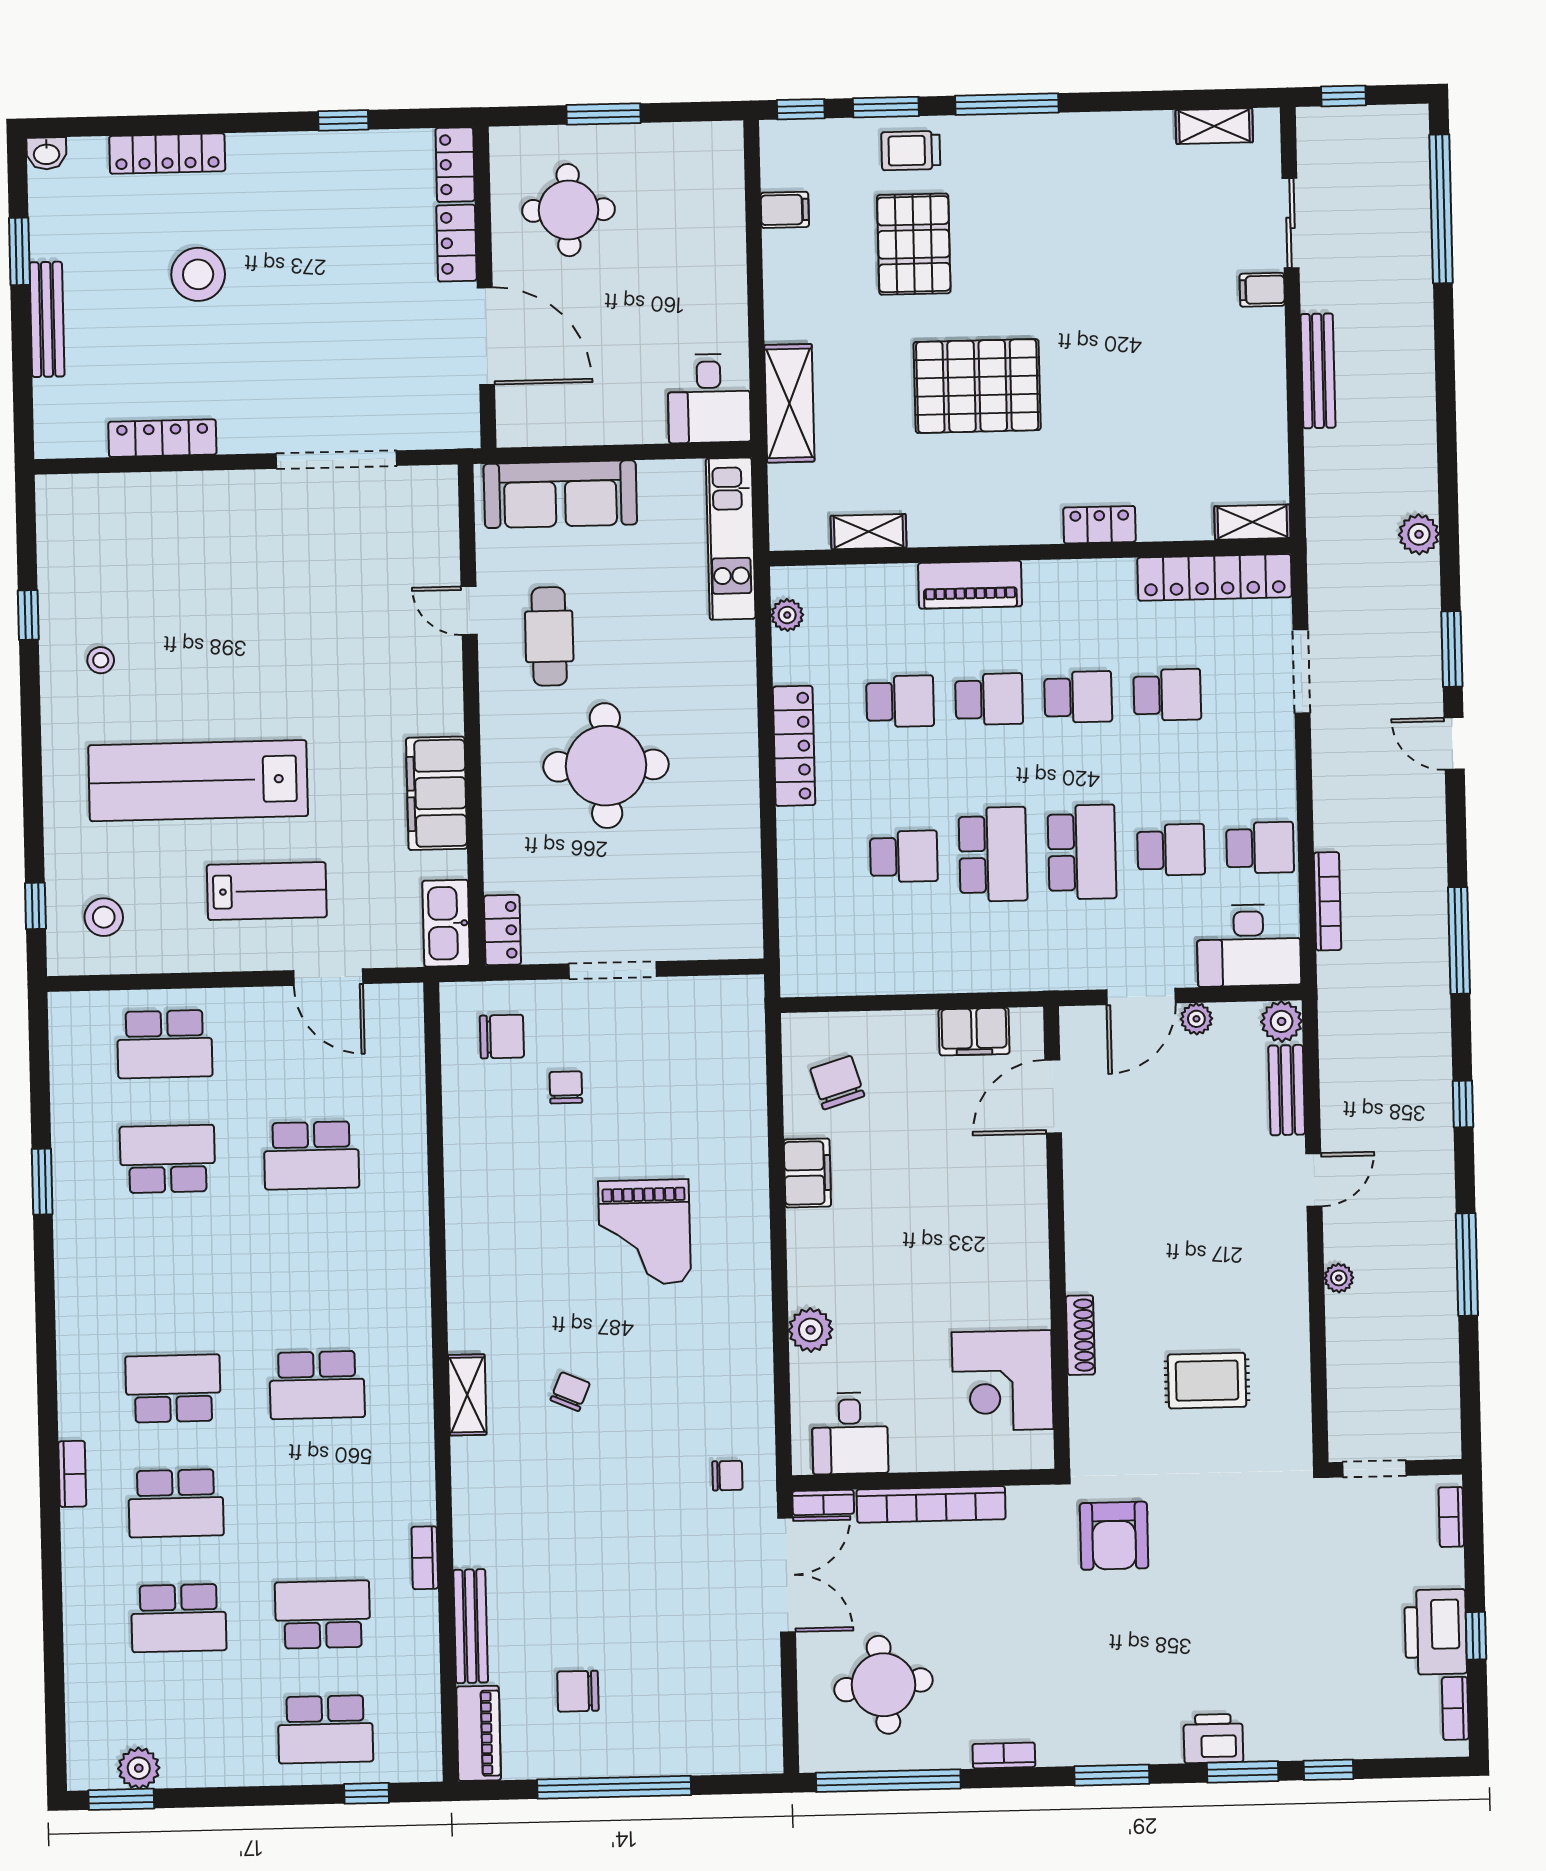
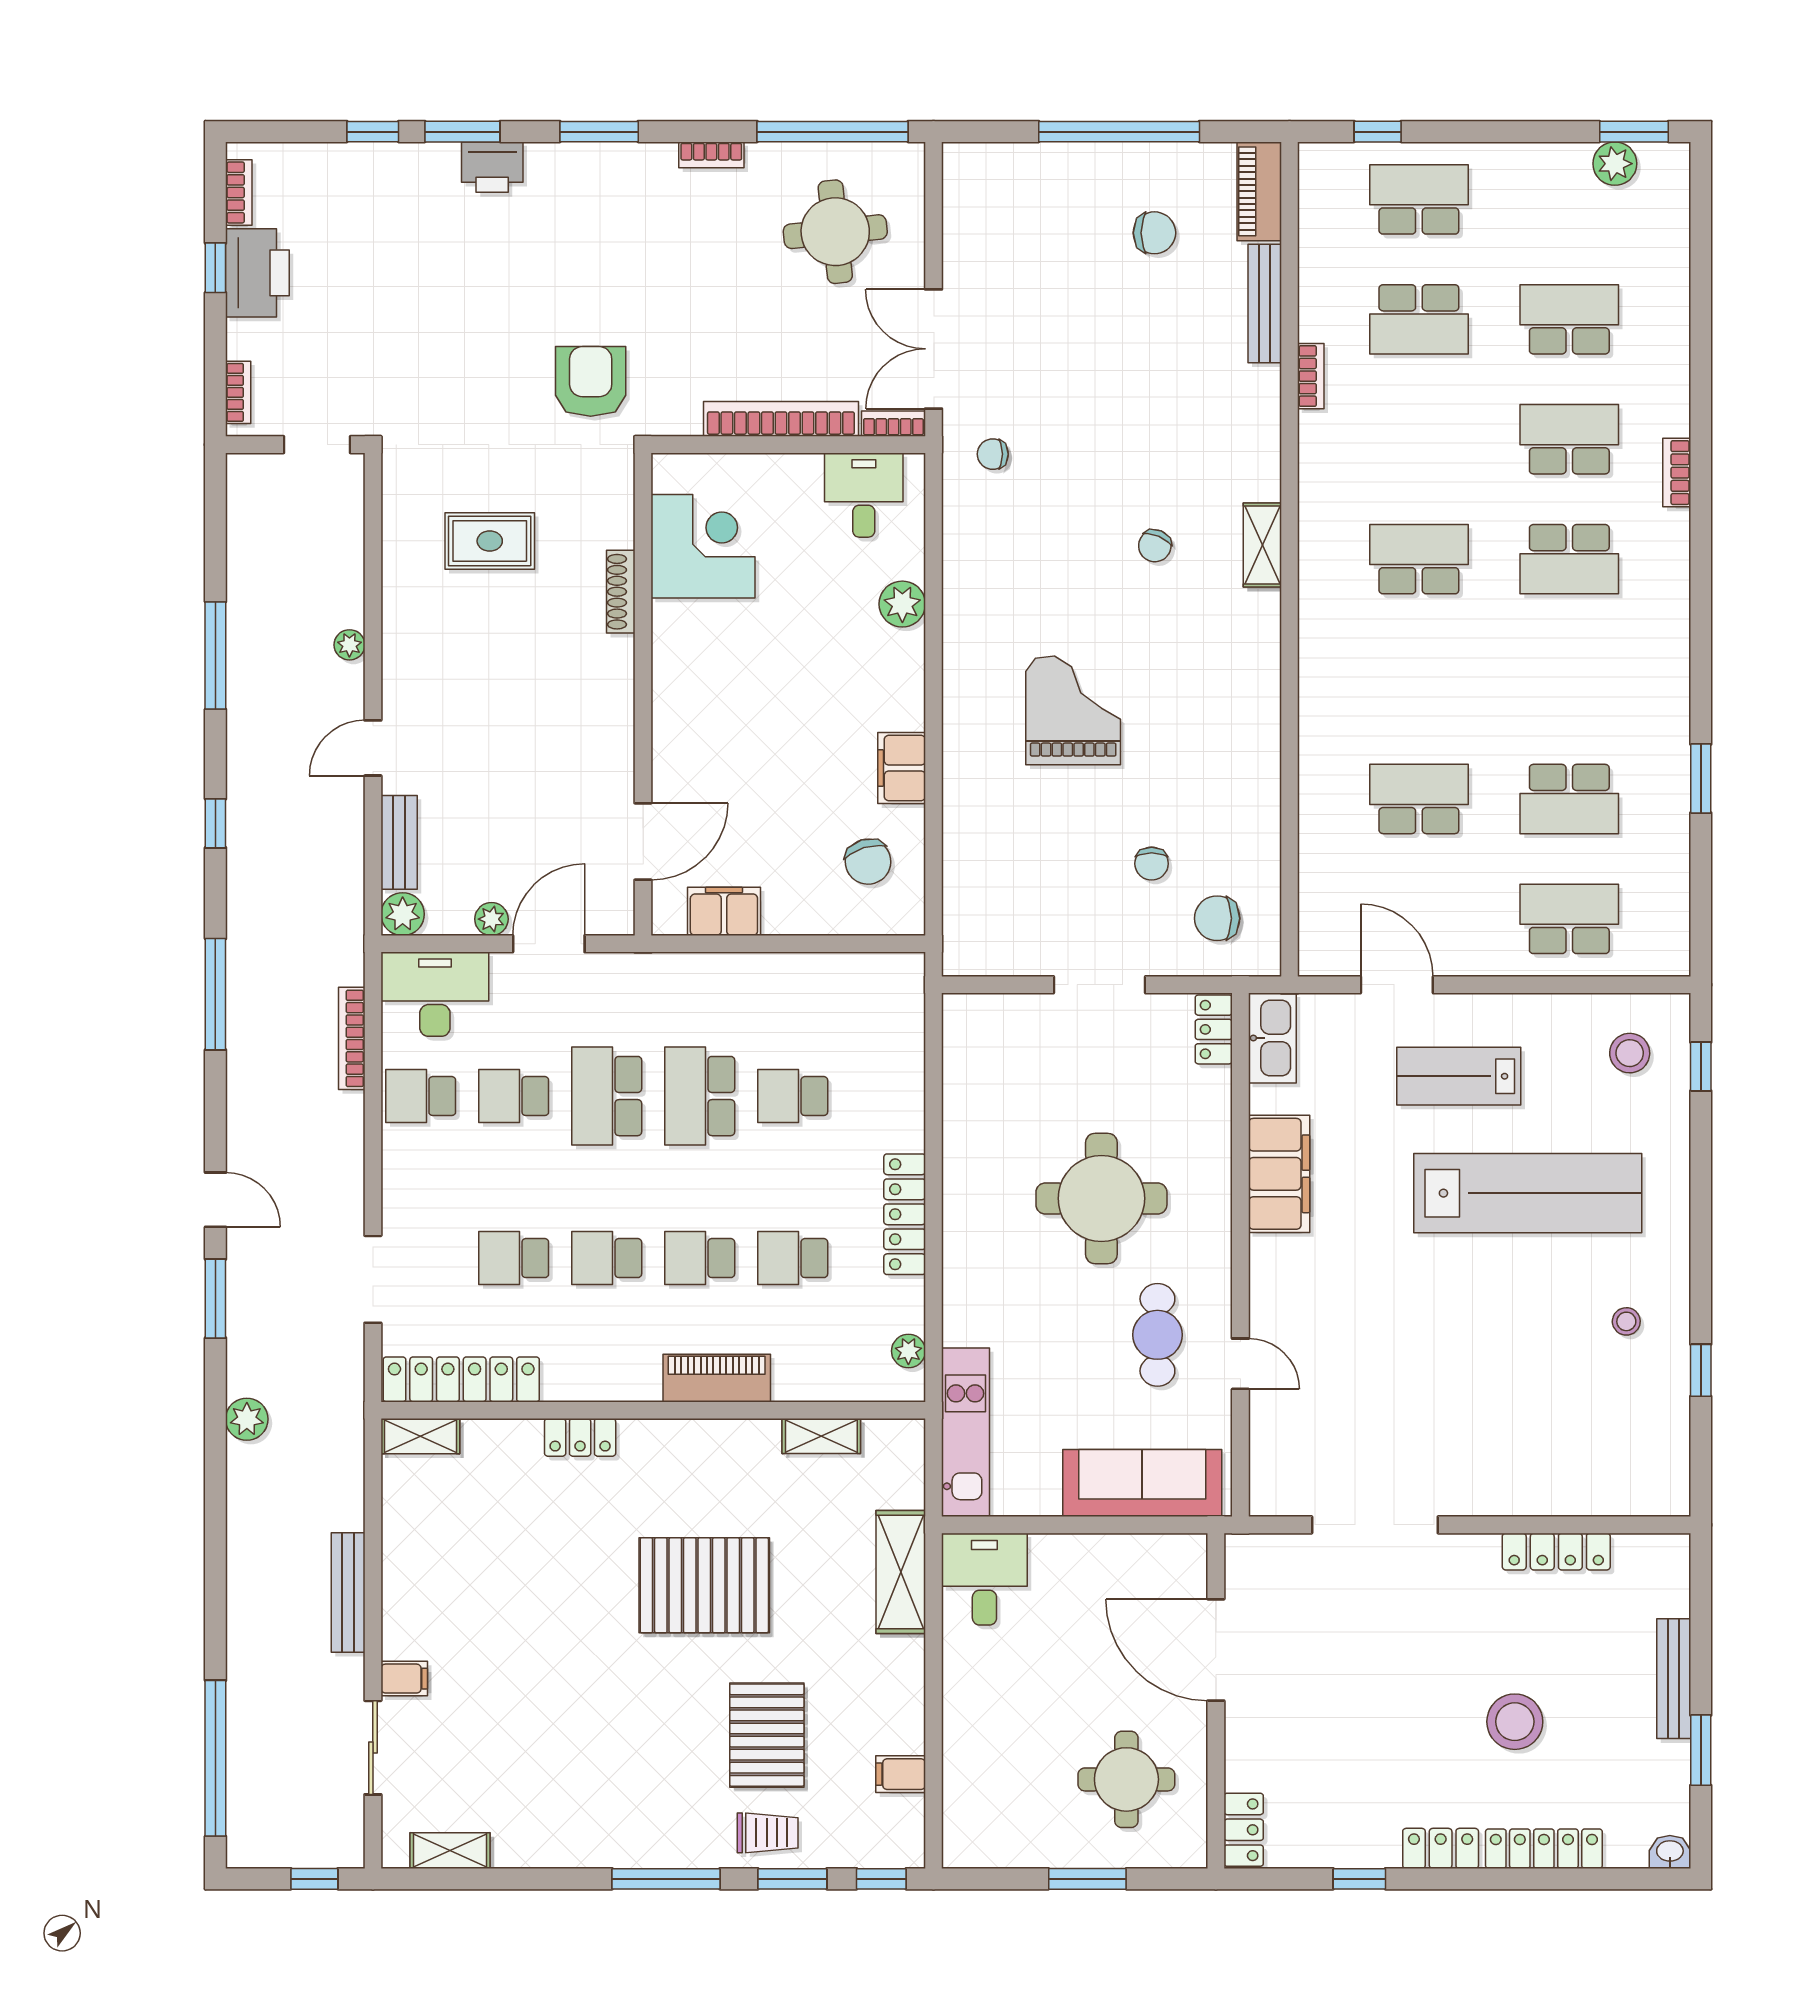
locker: (456, 243) -> (1441, 1848), moved, turned -90

